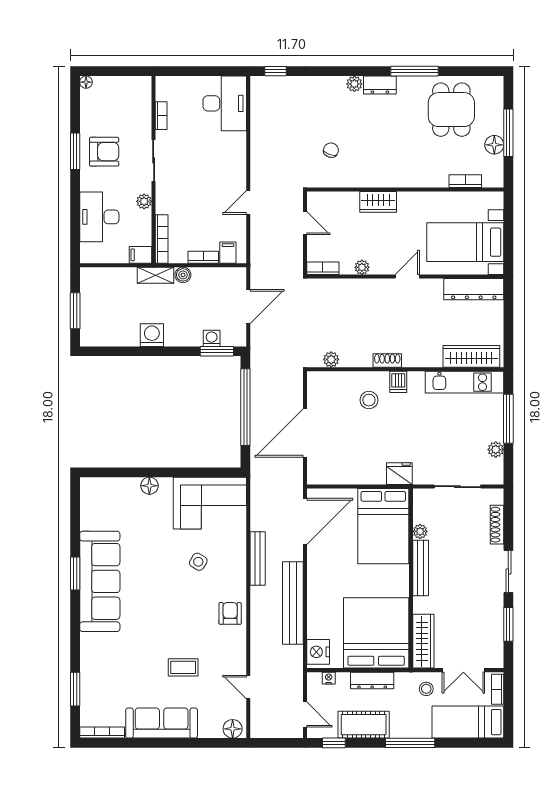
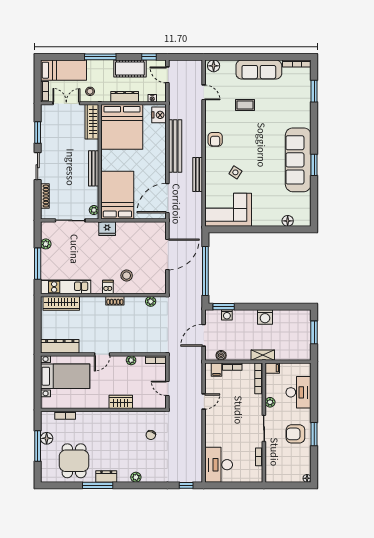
dresser: (380, 85) -> (106, 476), moved
boiler: (183, 275) -> (221, 355), moved
floor lamp: (149, 486) -> (288, 221), moved
plant: (420, 531) -> (94, 210), moved

